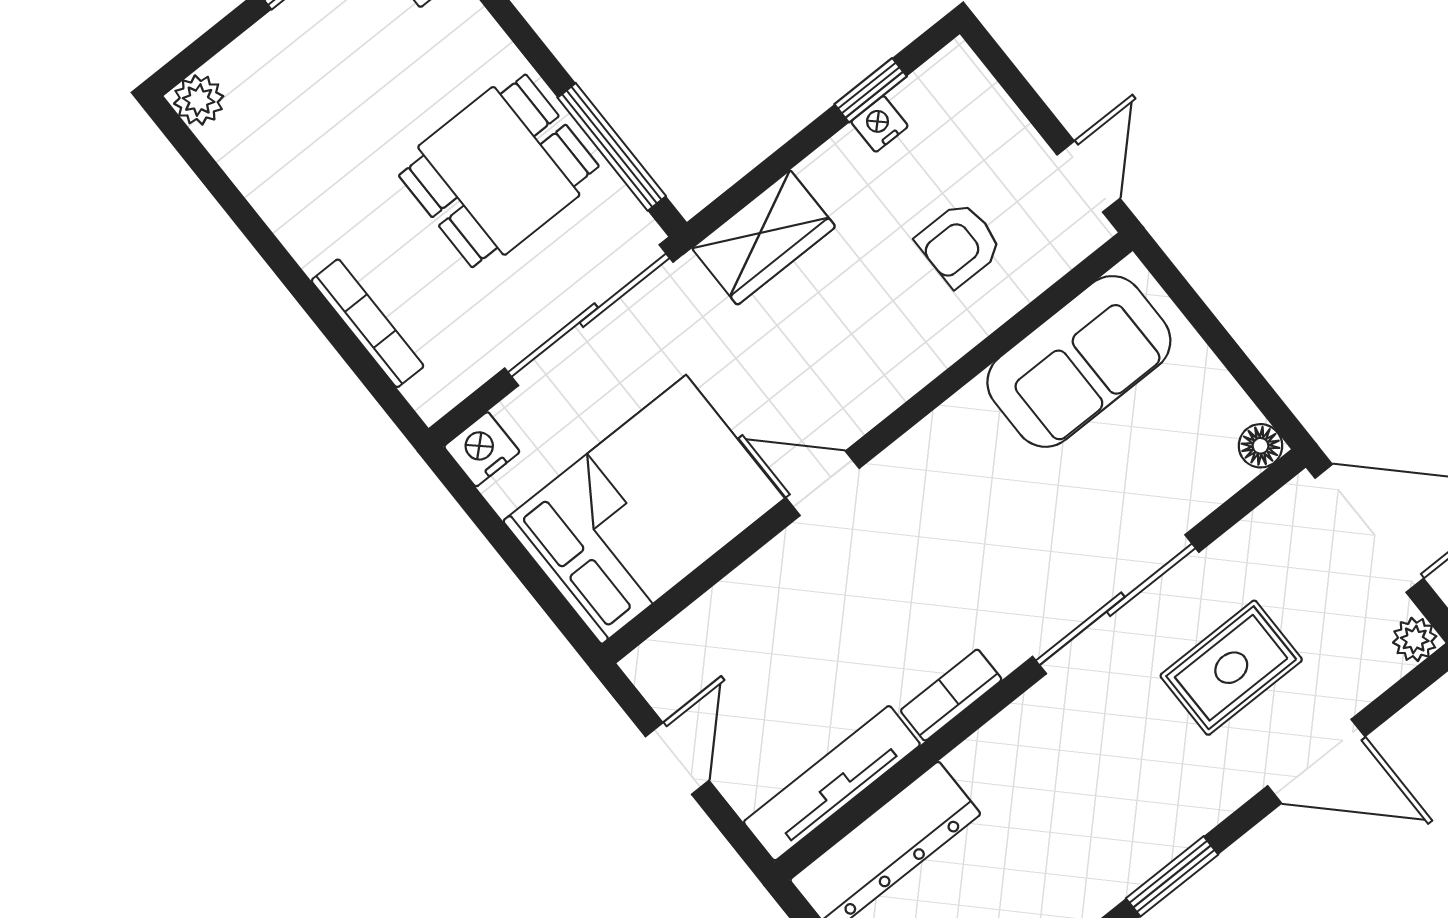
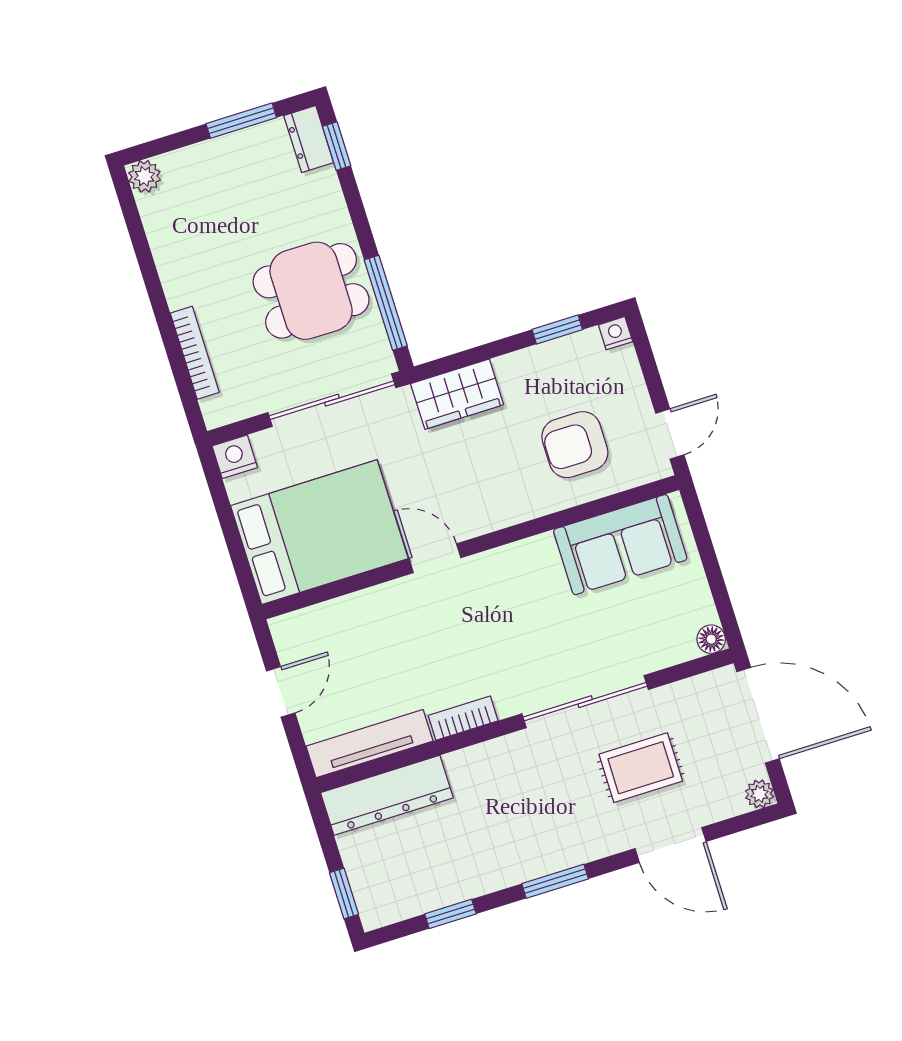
nightstand: (880, 124) -> (616, 333), moved
armchair: (959, 244) -> (575, 445), width x1.38, depth x1.38

